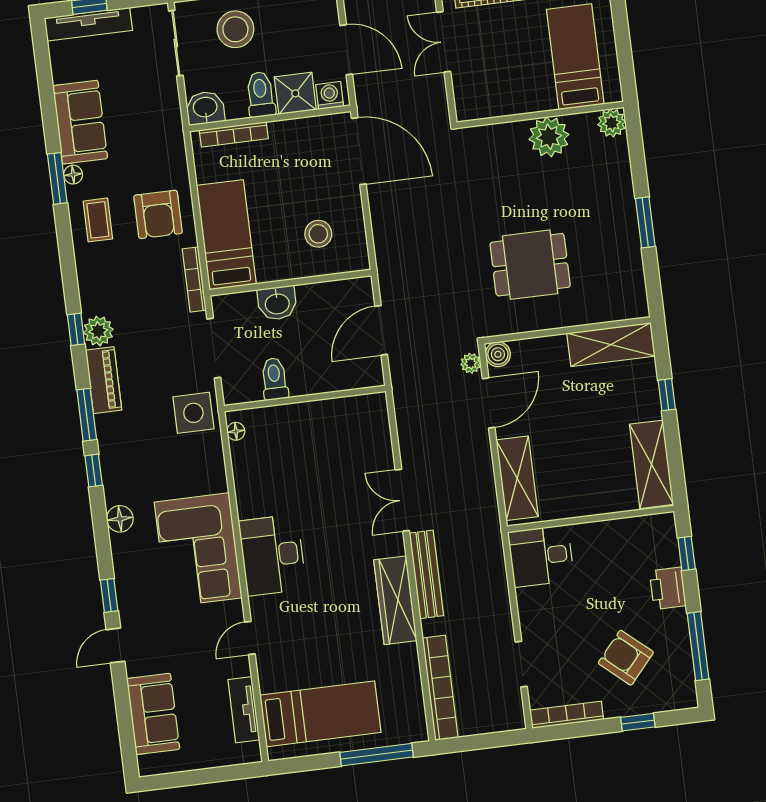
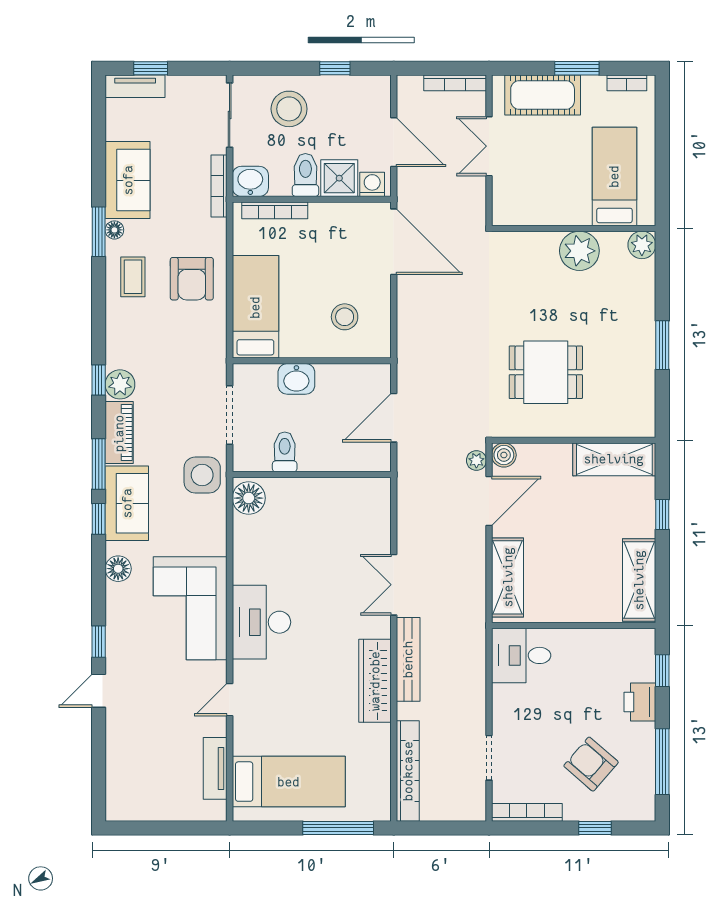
tv unit: (88, 24) -> (135, 86), width x0.71
bookcase: (194, 279) -> (219, 186), moved
floor lamp: (236, 431) -> (249, 498), width x1.89, depth x1.89
sofa: (153, 714) -> (127, 503), moved

